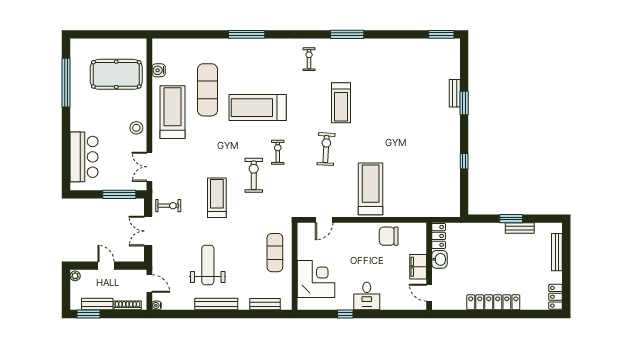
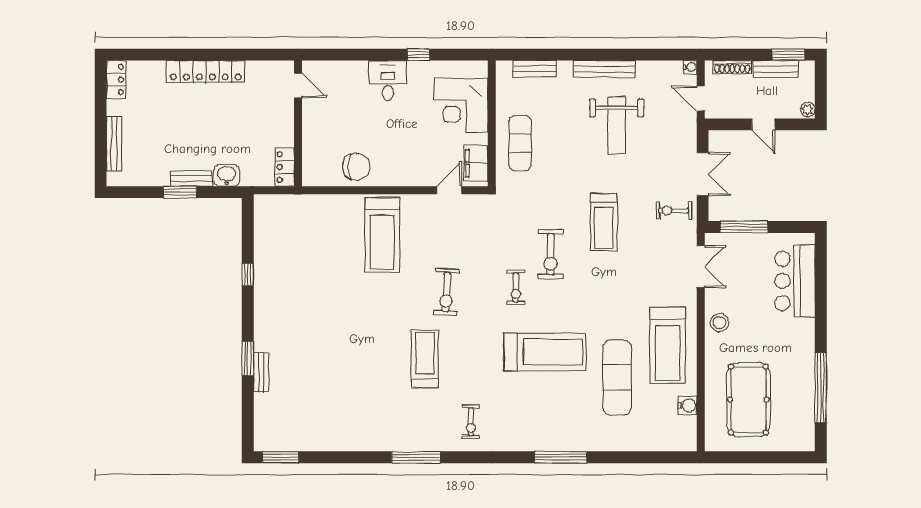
pool table: (116, 74) -> (748, 400), turned 90
bench: (520, 228) -> (192, 178), moved
washbasin: (439, 259) -> (227, 175), moved, turned 90
filing cabinet: (418, 267) -> (476, 163), moved, turned 180

